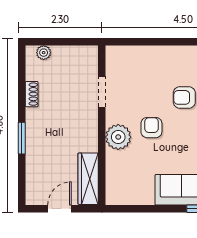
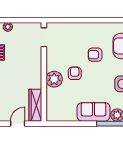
doorway: (102, 92) -> (44, 37), moved

